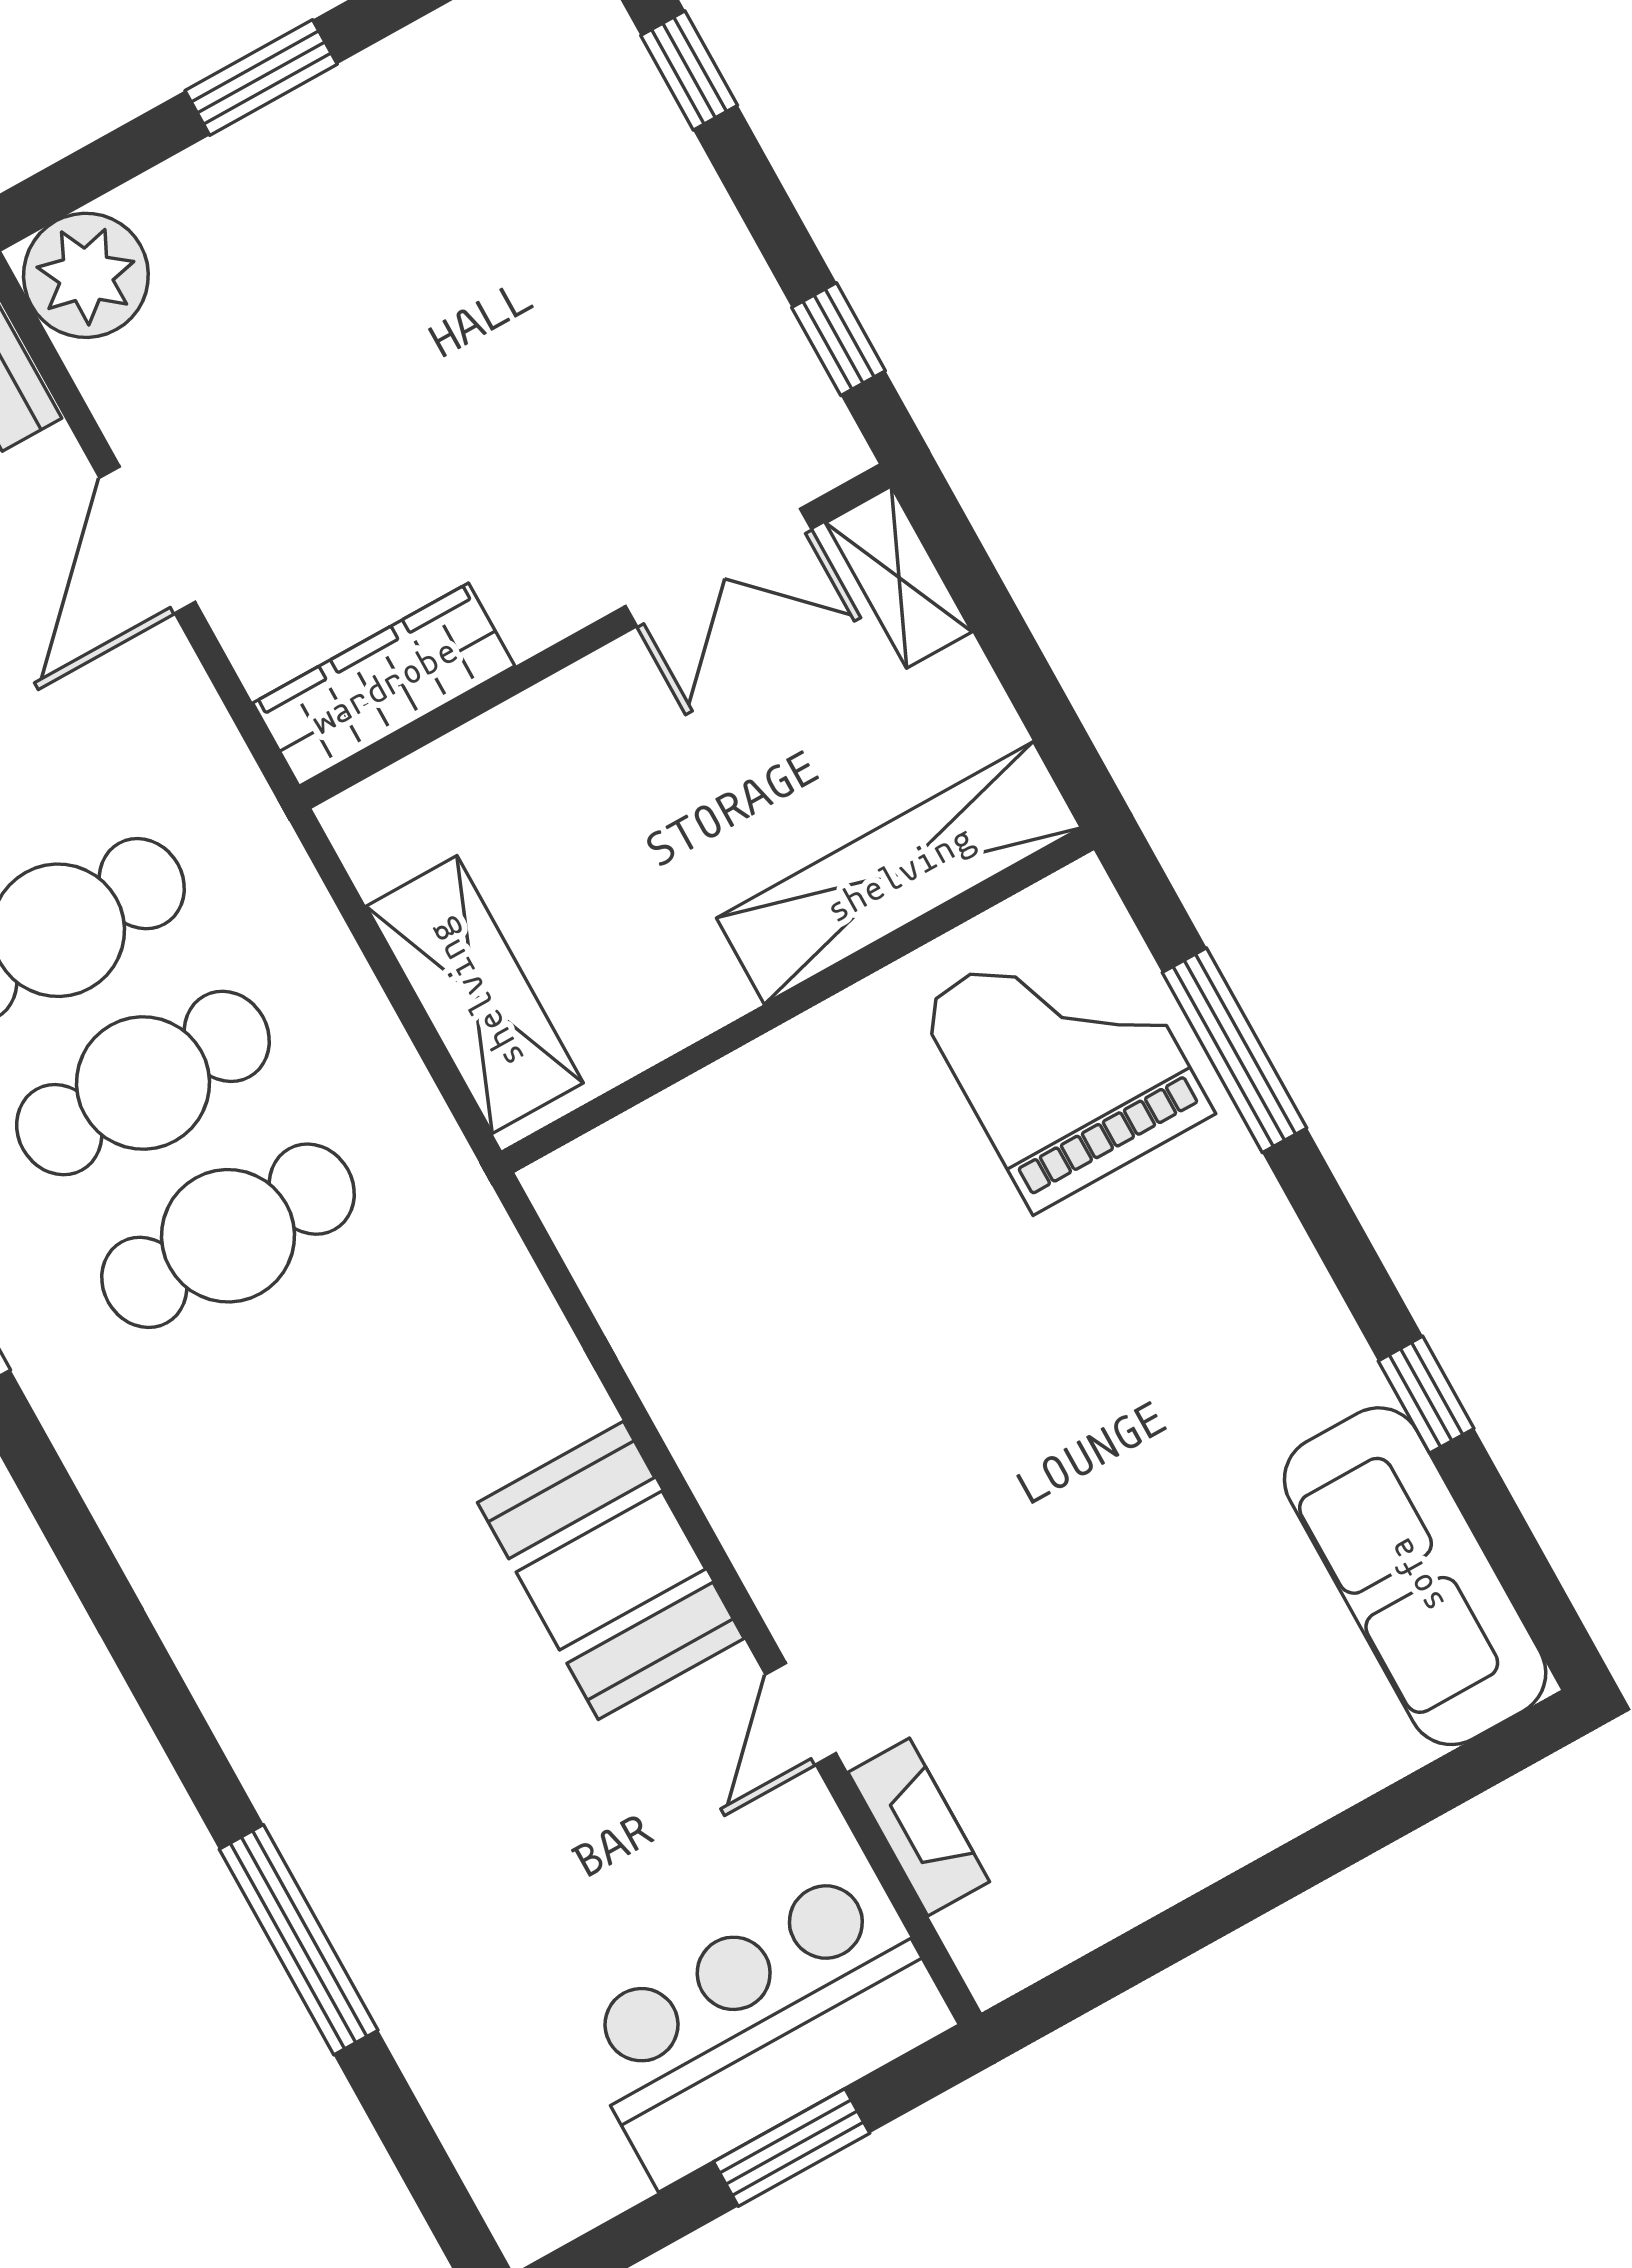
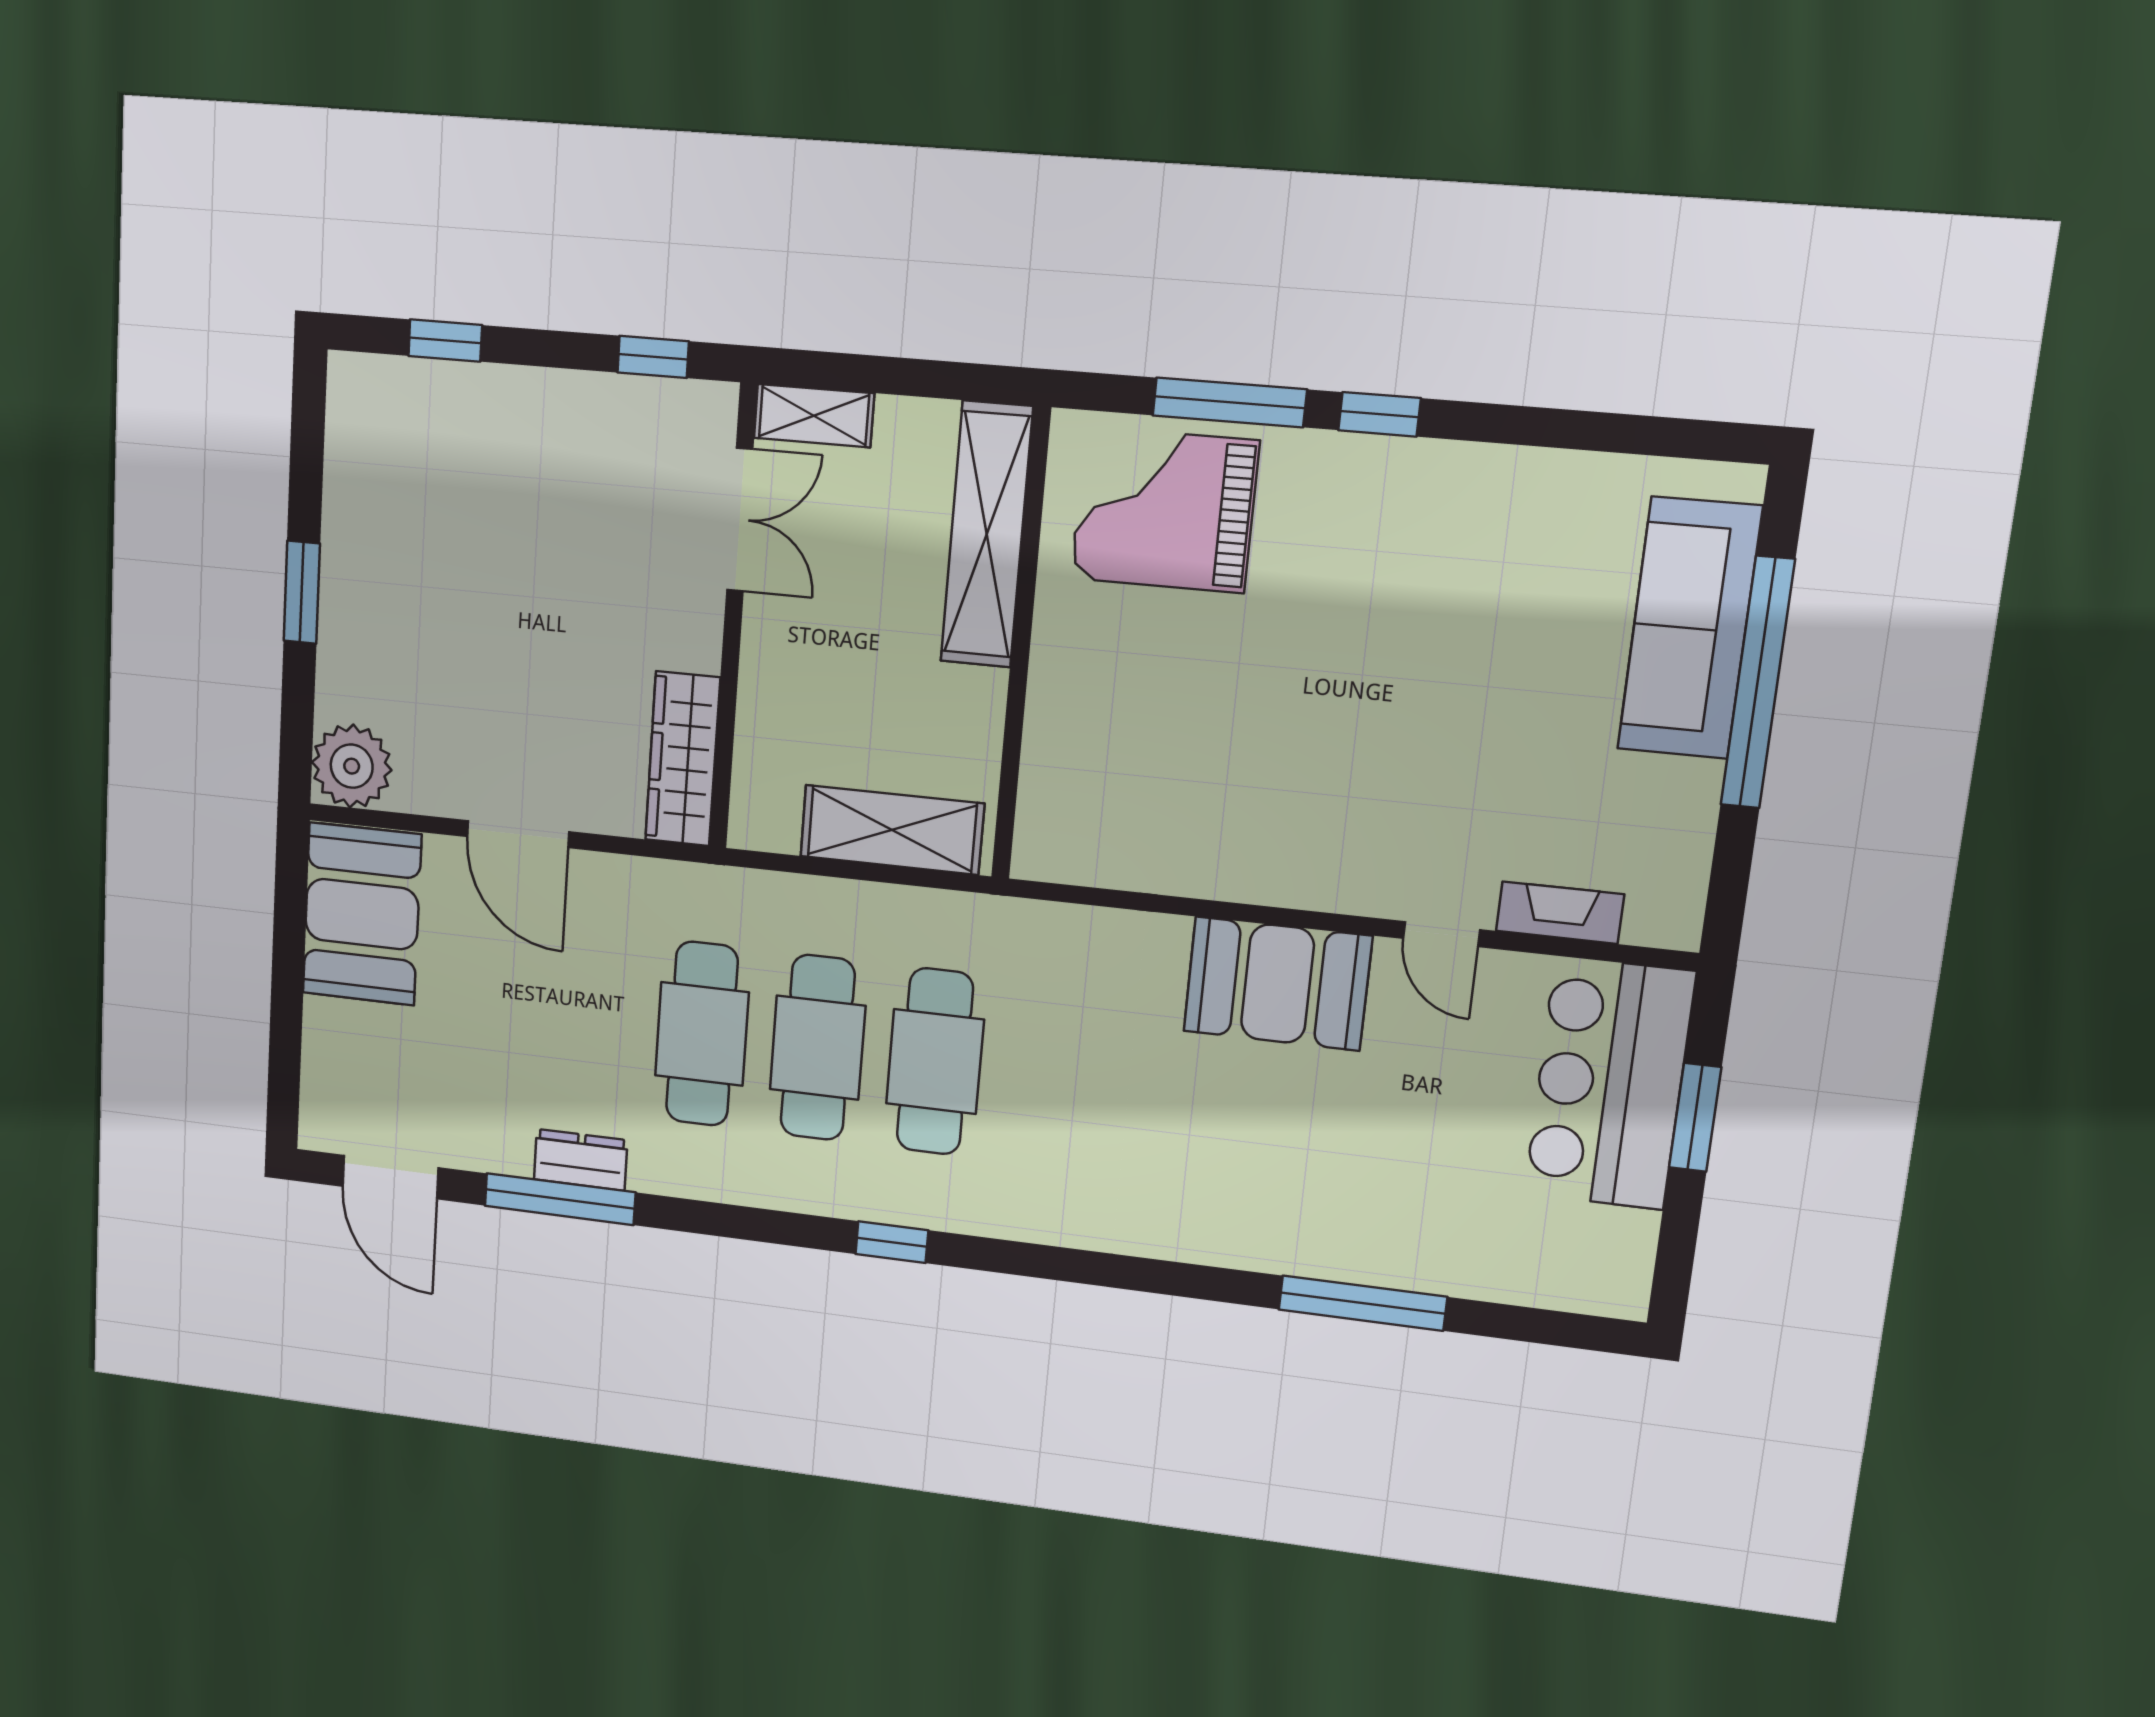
window: (1426, 1395) -> (1380, 414), moved
sofa: (1415, 1576) -> (1690, 628), moved, turned 90
window: (1322, 1852) -> (1758, 683), added

